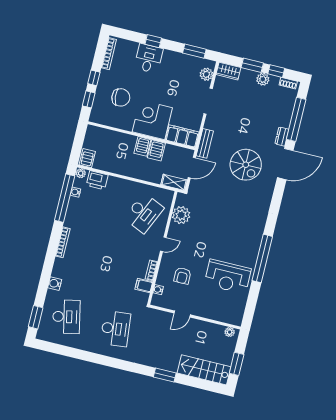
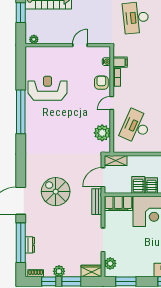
dresser: (282, 137) -> (30, 245), moved
armchair: (182, 276) -> (101, 83), moved

